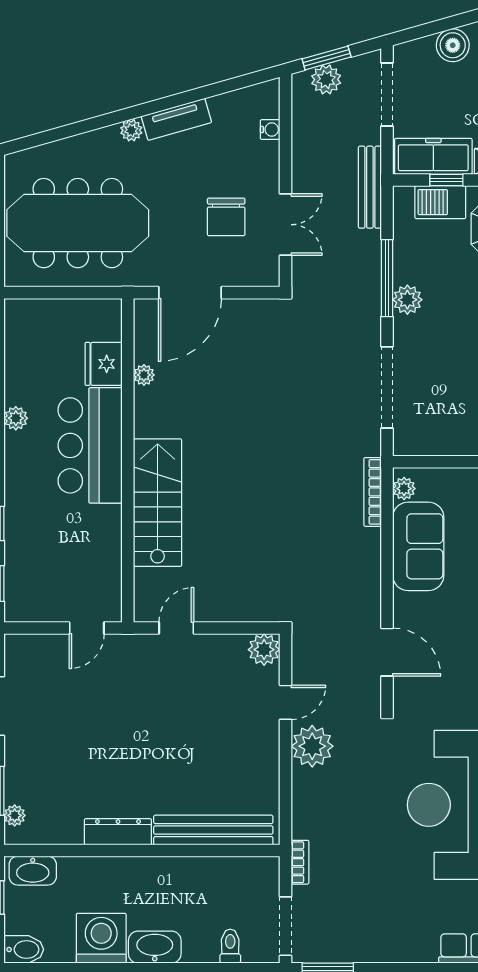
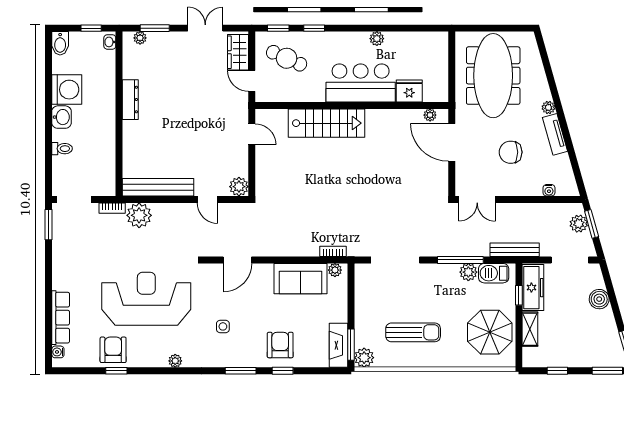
barbecue: (440, 202) -> (494, 273), moved, turned -90
chair: (226, 217) -> (511, 152), moved
double door: (286, 225) -> (477, 199), moved
plant: (407, 300) -> (468, 272), moved
plant: (144, 375) -> (430, 115), moved
bookcase: (373, 492) -> (333, 251), width x0.64
cafe table: (49, 570) -> (287, 58), added
wardrobe: (39, 651) -> (238, 52), added
plant: (312, 746) -> (139, 215), moved
bench: (213, 830) -> (158, 187), moved, turned 90
washbasin: (33, 871) -> (110, 42), width x0.52, depth x0.69
toilet: (230, 946) -> (62, 149), moved
washbasin: (155, 947) -> (62, 117), width x0.72

